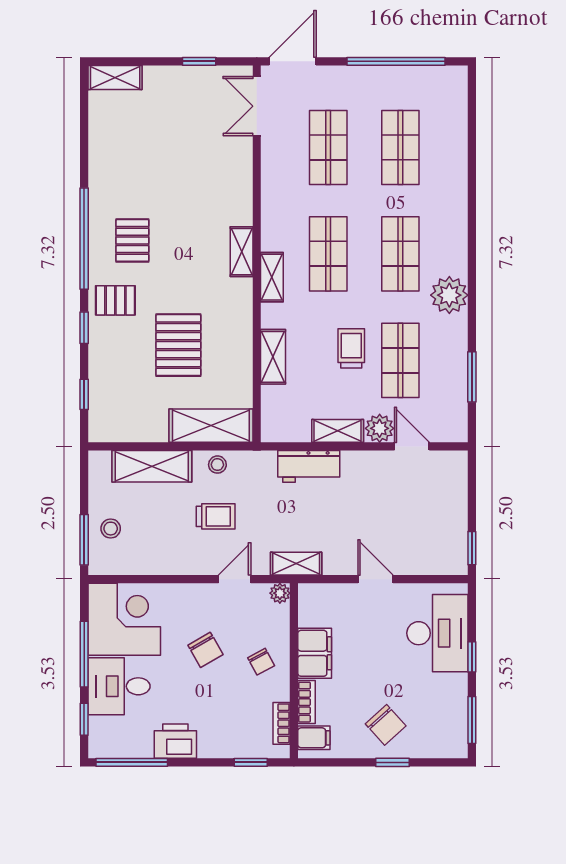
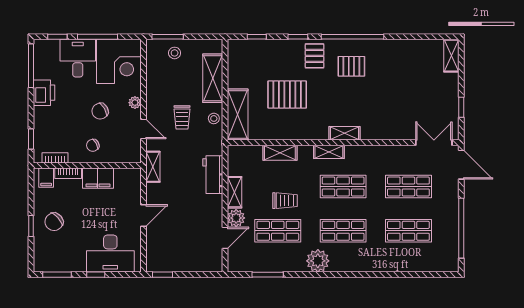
plant: (280, 593) -> (135, 103), moved

